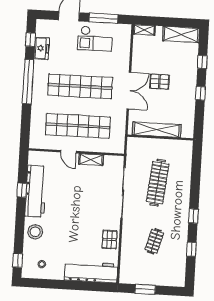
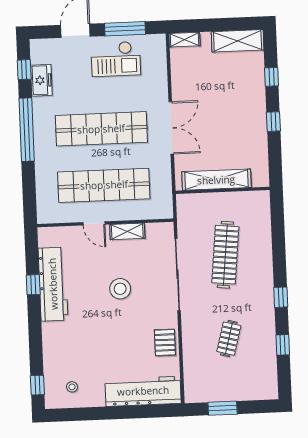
pallet: (160, 82) -> (214, 111), removed
stool: (35, 232) -> (120, 289), moved

